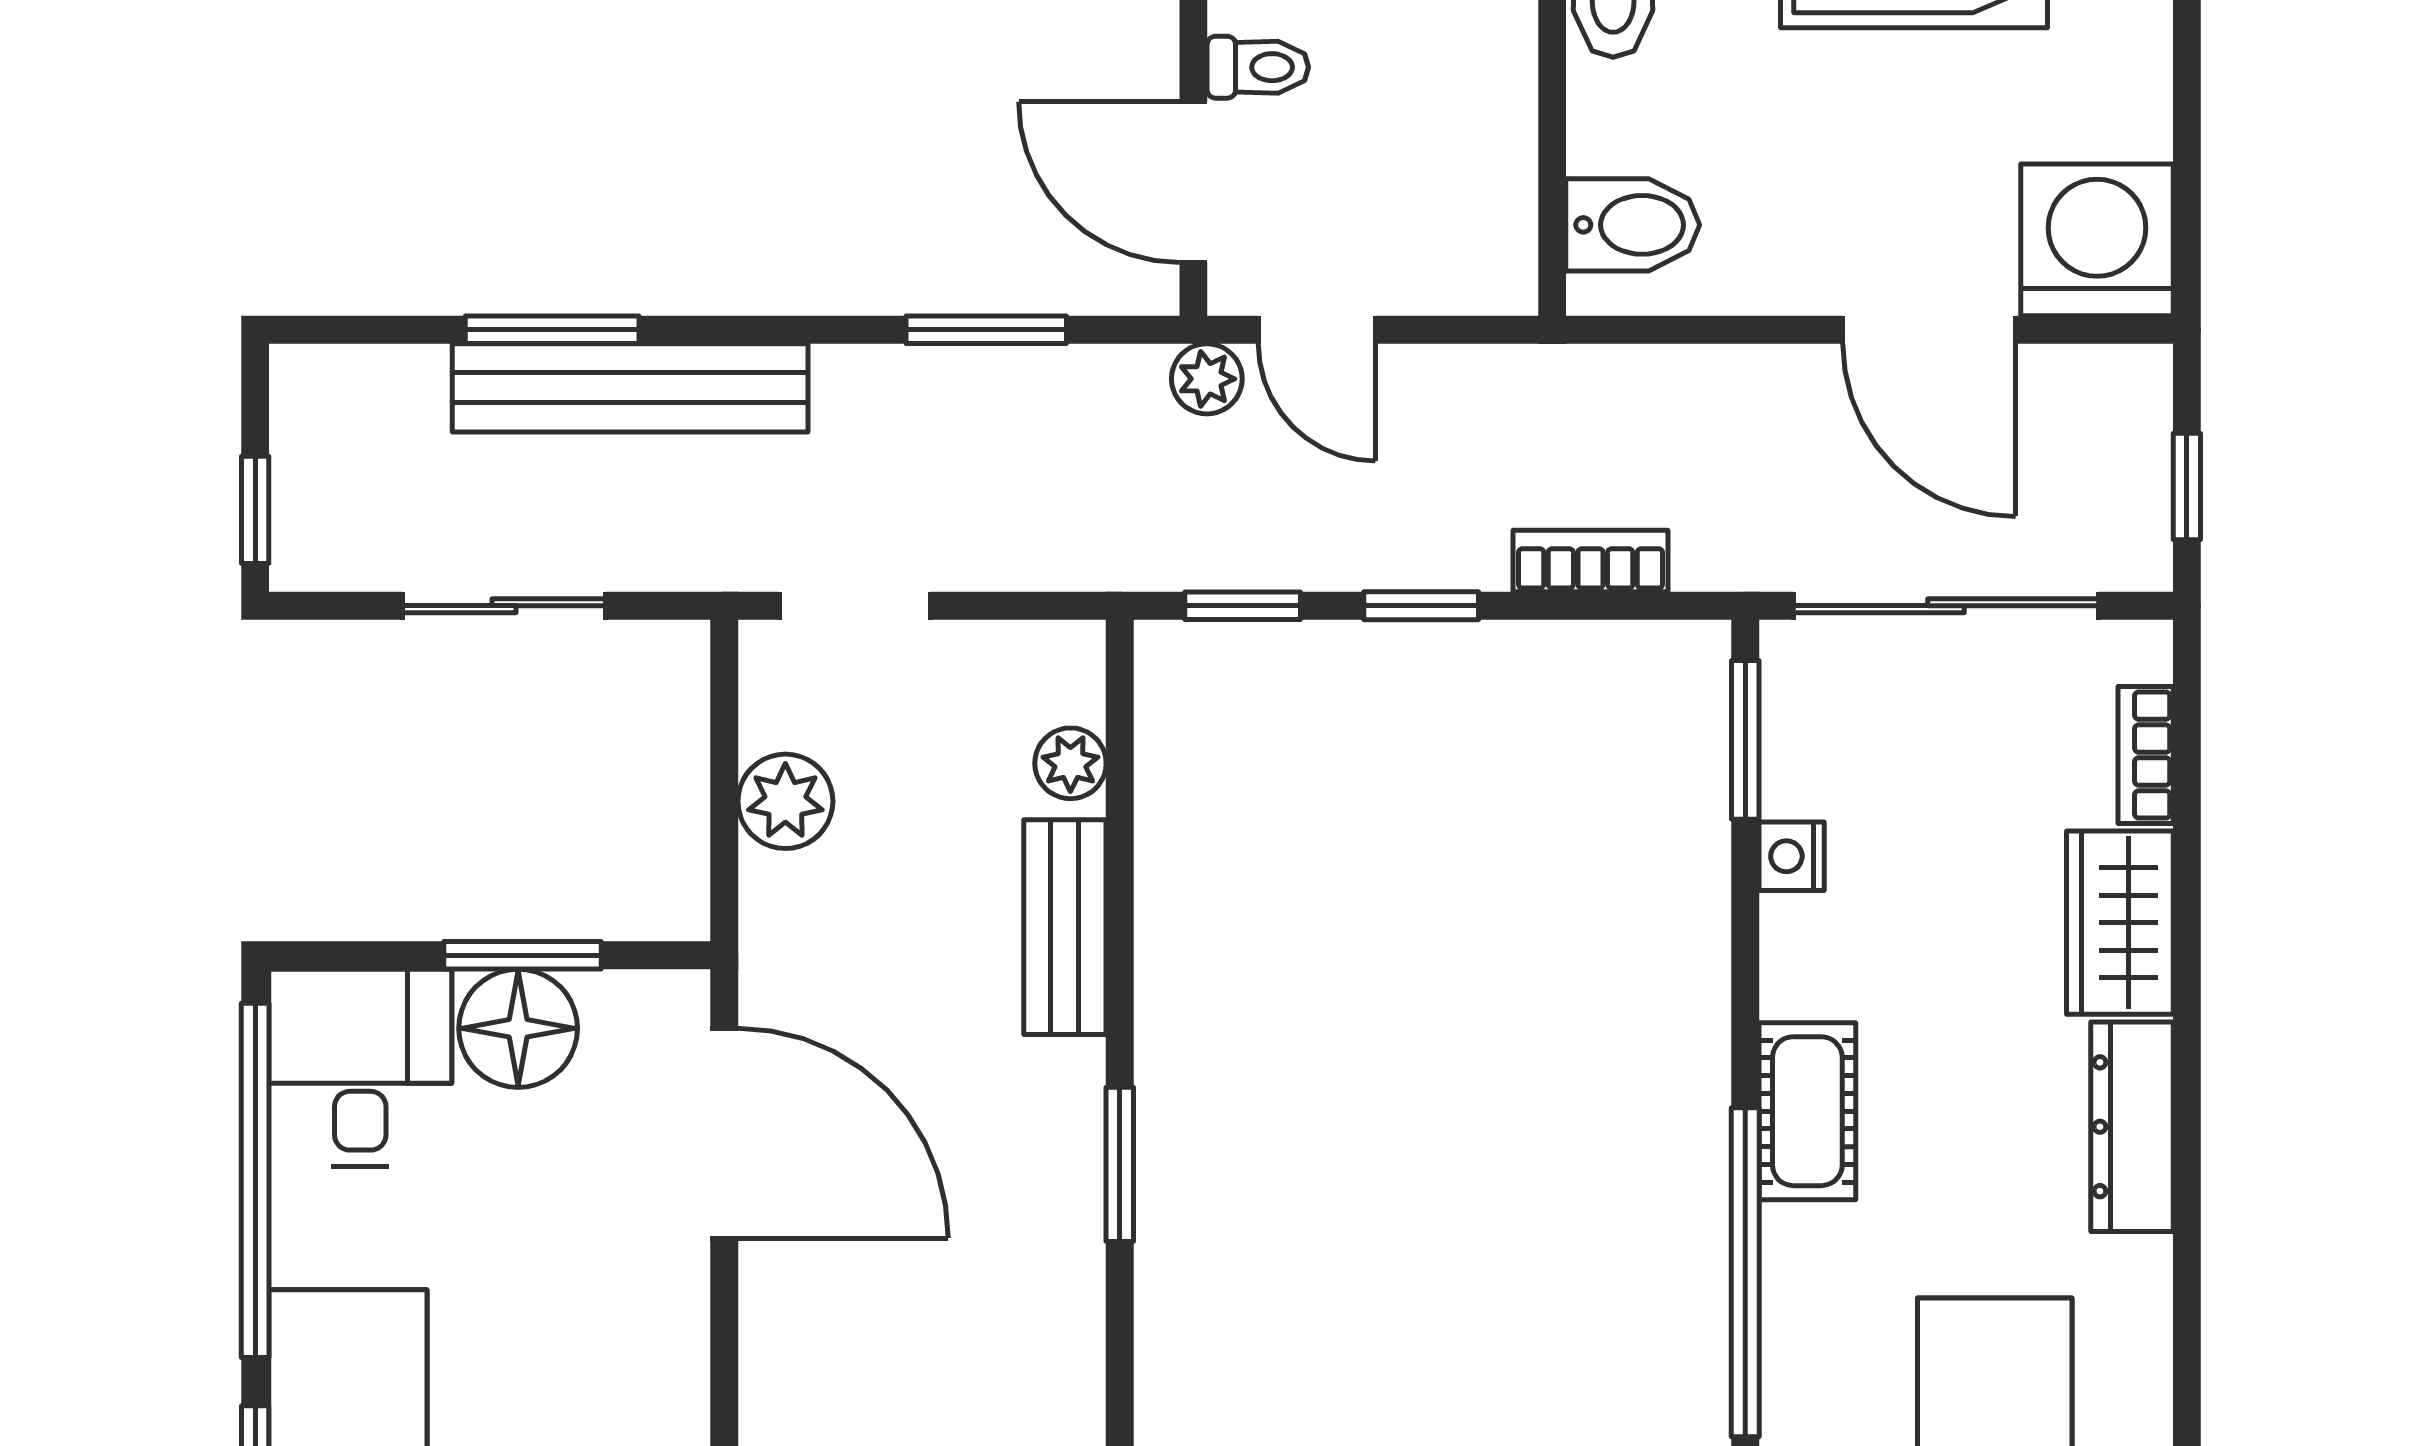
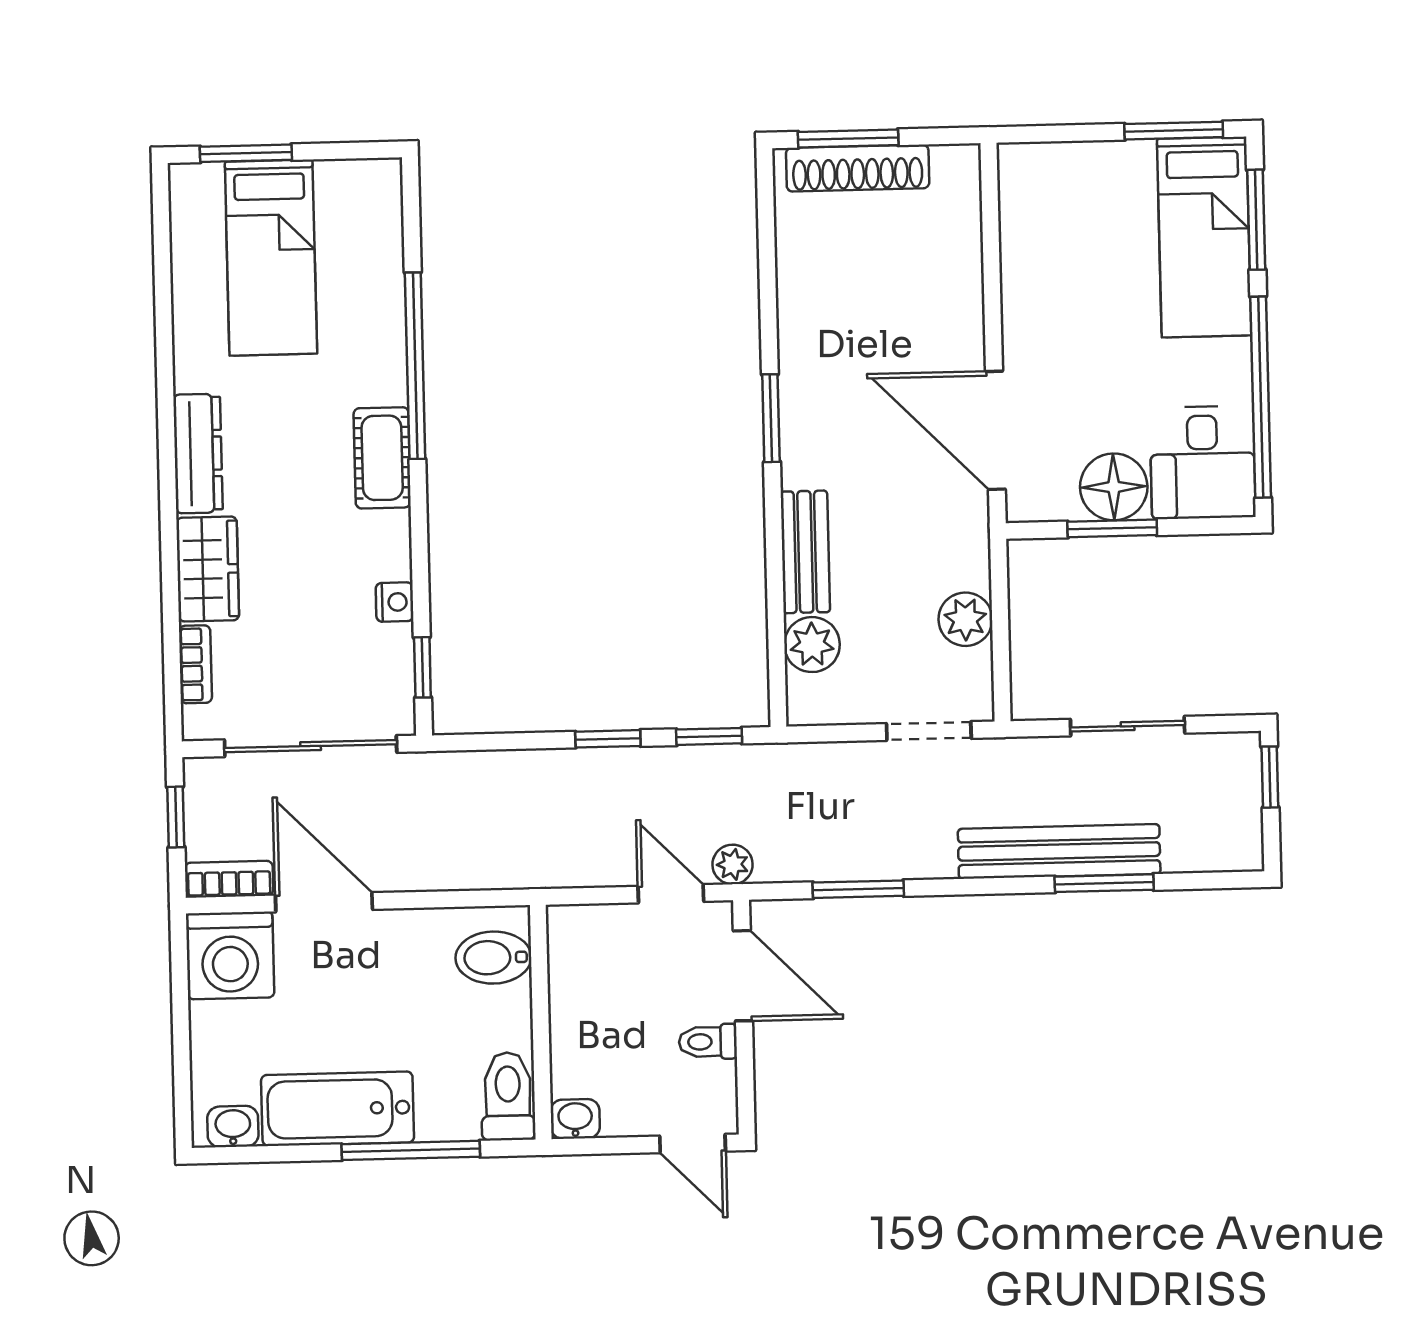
bookcase: (1590, 561) -> (229, 879), moved, turned 180
window: (1745, 740) -> (422, 667), width x0.67
plant: (1070, 763) -> (812, 645), width x1.38, depth x1.38

